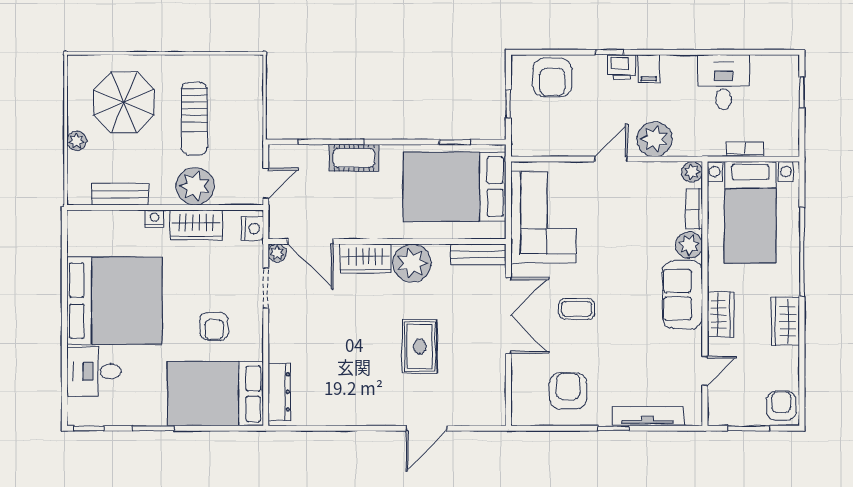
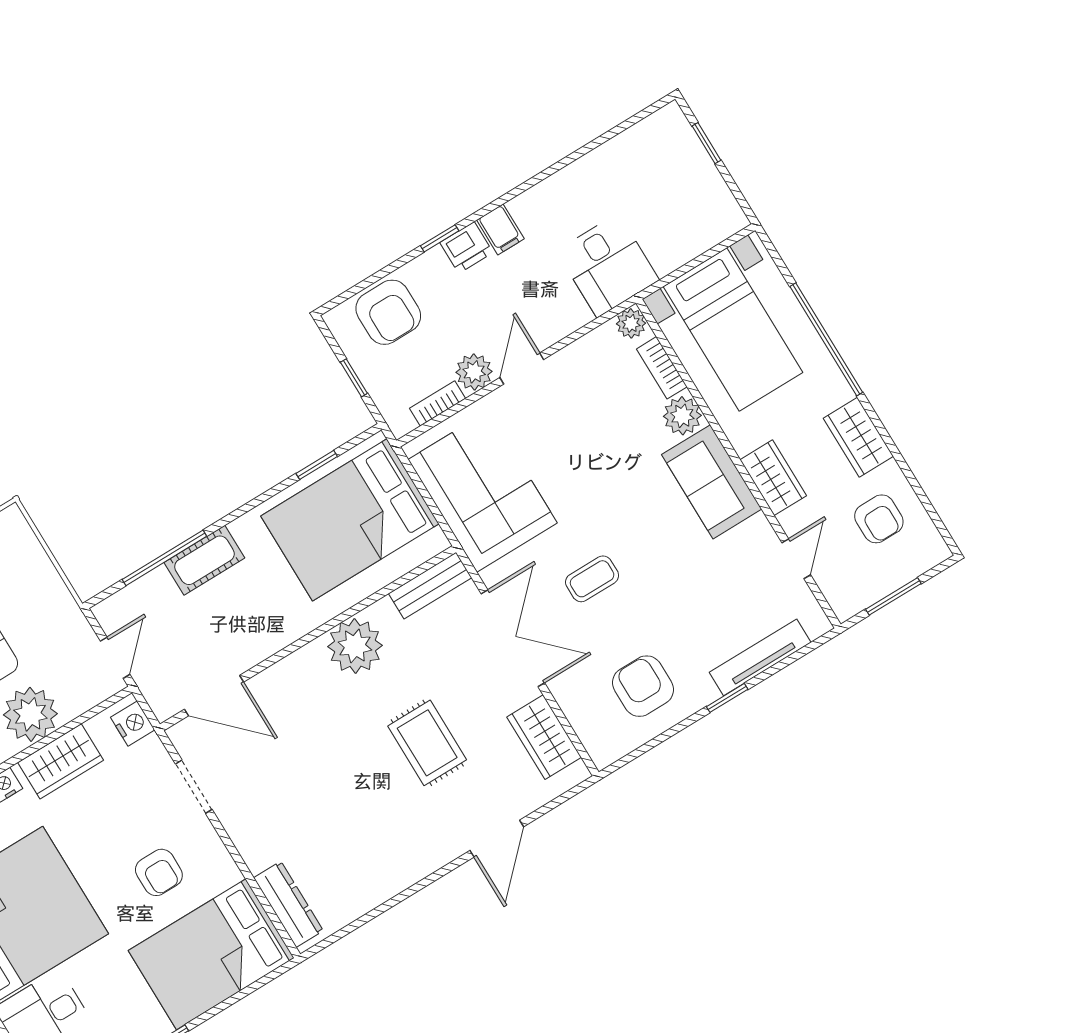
desk: (724, 82) -> (608, 266), moved, turned 180
plant: (654, 139) -> (474, 372), moved, width x0.73, depth x0.73
bookcase: (745, 149) -> (437, 403), moved
plant: (277, 253) -> (182, 735), removed
wardrobe: (365, 259) -> (544, 737), moved, turned 90
armchair: (781, 406) -> (879, 519), moved, turned 180

